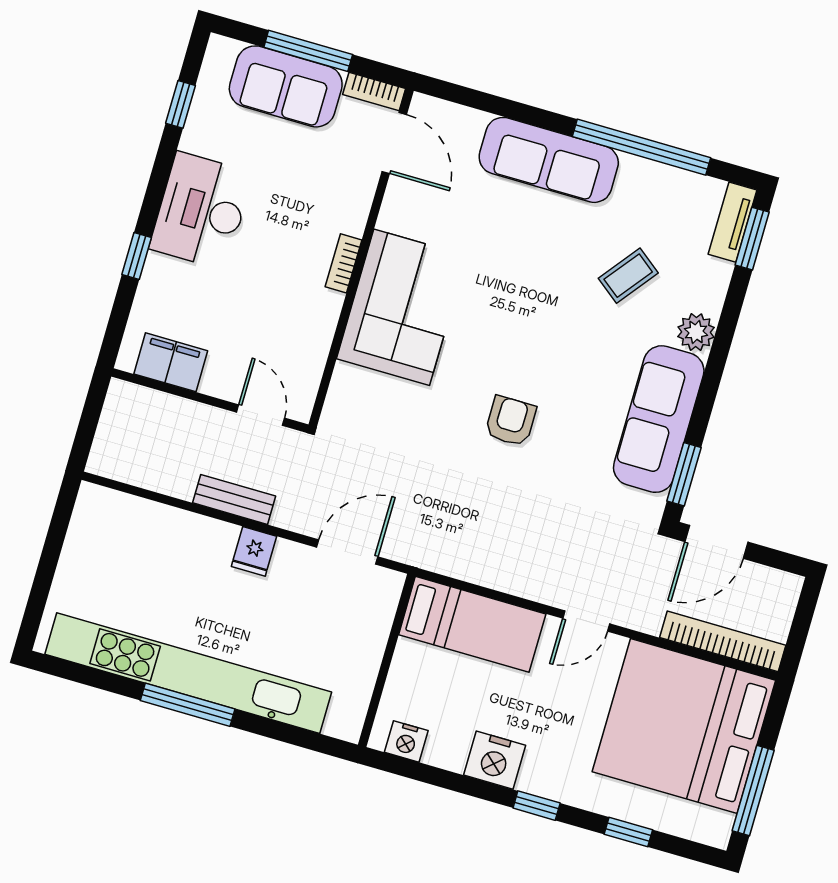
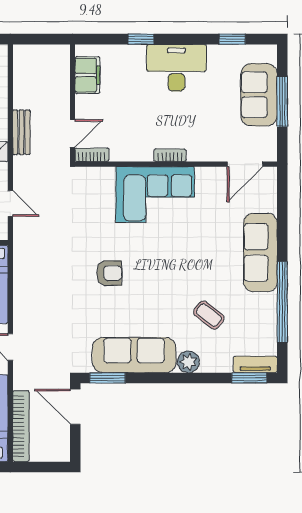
bookcase: (374, 92) -> (92, 155), moved, turned 90
door: (347, 552) -> (10, 203), width x0.73

